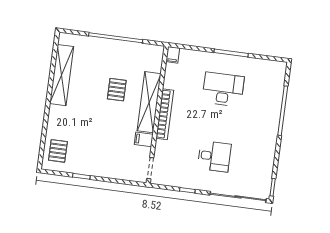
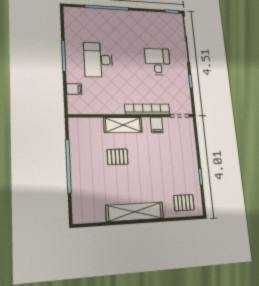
filing cabinet: (173, 55) -> (74, 89), moved
shelving: (62, 75) -> (135, 212), moved
shelving: (149, 102) -> (123, 125), width x0.68
bookcase: (165, 114) -> (147, 109), moved

